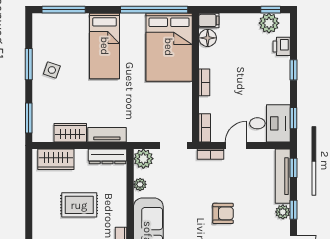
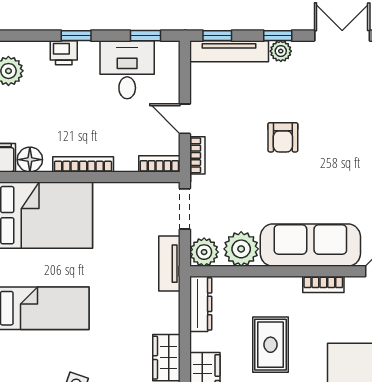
printer: (282, 46) -> (64, 53), moved
bookcase: (204, 82) -> (83, 164), width x1.56
desk: (270, 123) -> (127, 70), moved
tv unit: (107, 135) -> (169, 264), moved
plant: (140, 184) -> (241, 249), width x1.88, depth x1.88
armchair: (223, 213) -> (283, 137), turned 180

